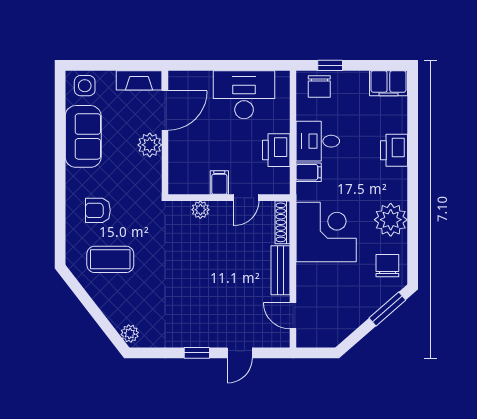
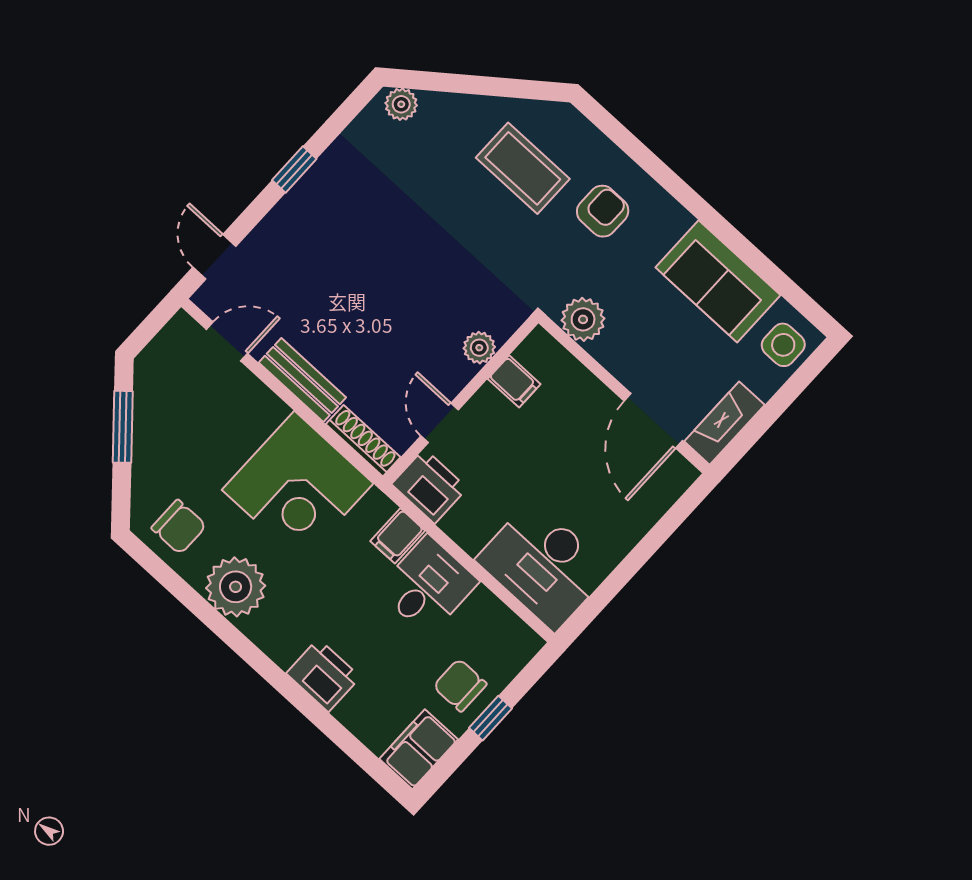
window: (330, 65) -> (491, 718), moved
chair: (319, 87) -> (460, 685), moved
desk: (244, 95) -> (543, 565), moved, turned 90
plant: (150, 145) -> (583, 319), moved
printer: (276, 150) -> (429, 486), moved
filing cabinet: (219, 183) -> (514, 381), moved
coffee table: (110, 259) -> (523, 168), turned 90
window: (387, 309) -> (123, 427), moved
door: (240, 353) -> (214, 257), moved

